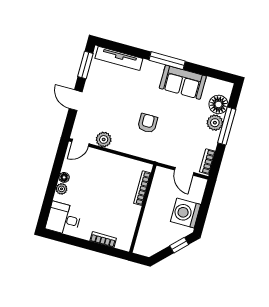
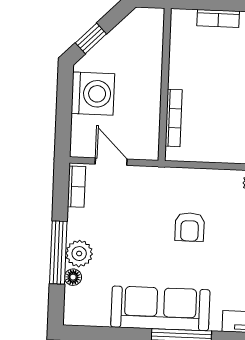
sofa: (183, 82) -> (160, 308), width x1.36
floor lamp: (218, 104) -> (73, 277), width x0.53, depth x0.53

